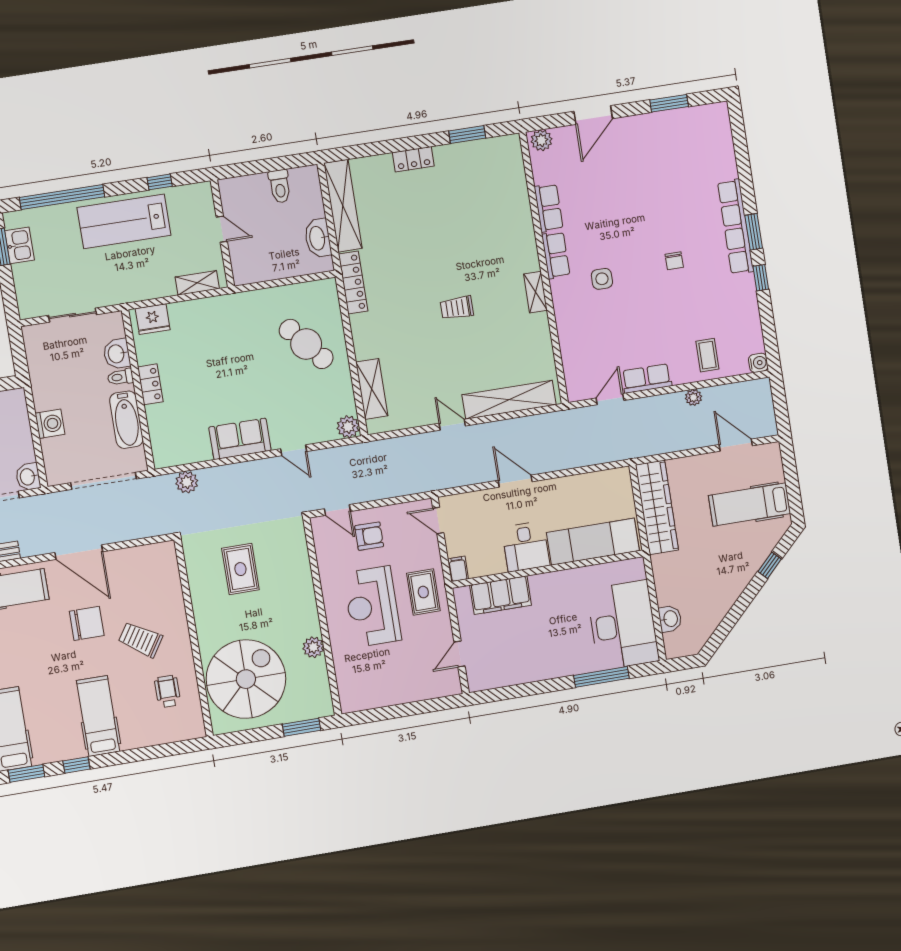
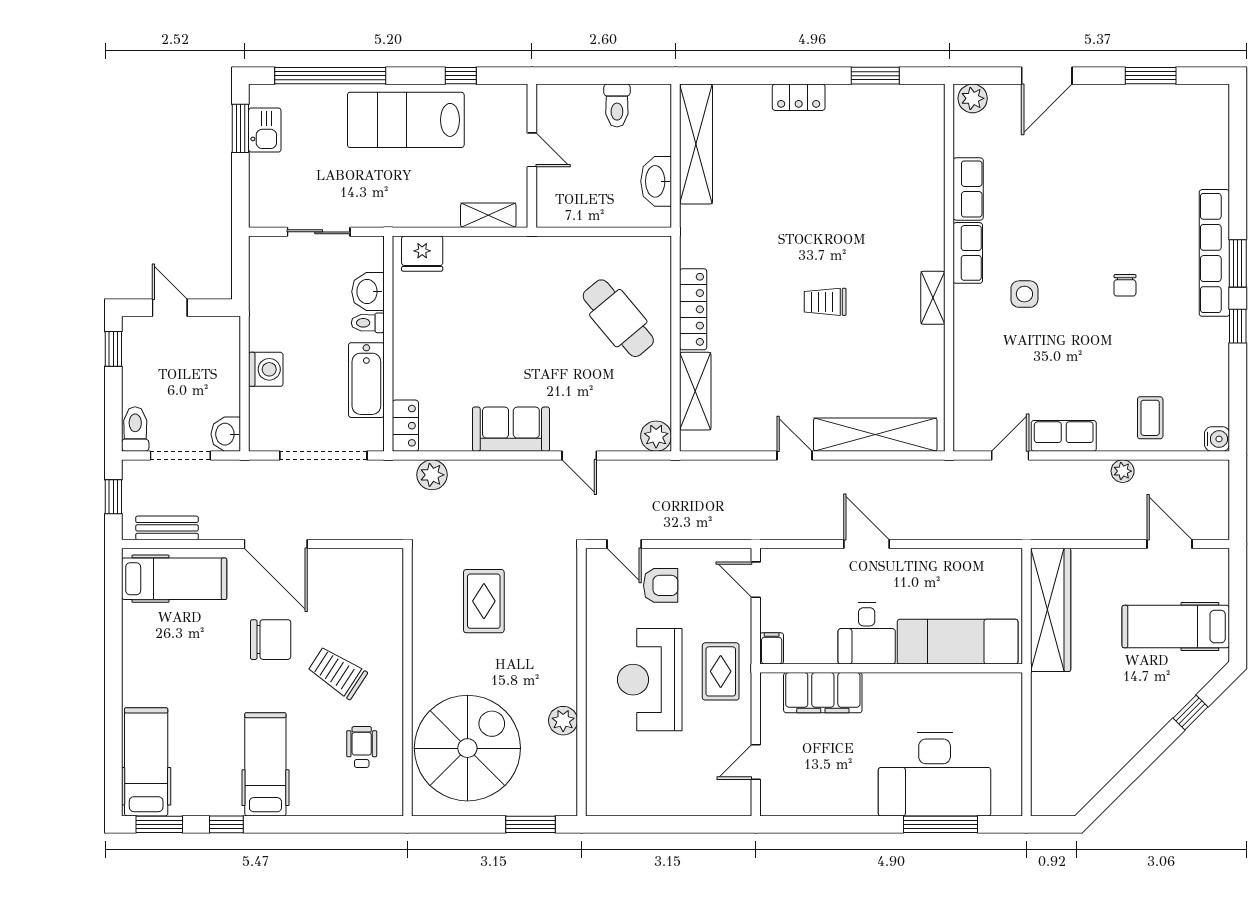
locker: (353, 283) -> (693, 309), moved
locker: (150, 384) -> (405, 426), moved
washbasin: (670, 619) -> (1045, 762), removed
desk: (623, 625) -> (935, 774), moved, turned 90

